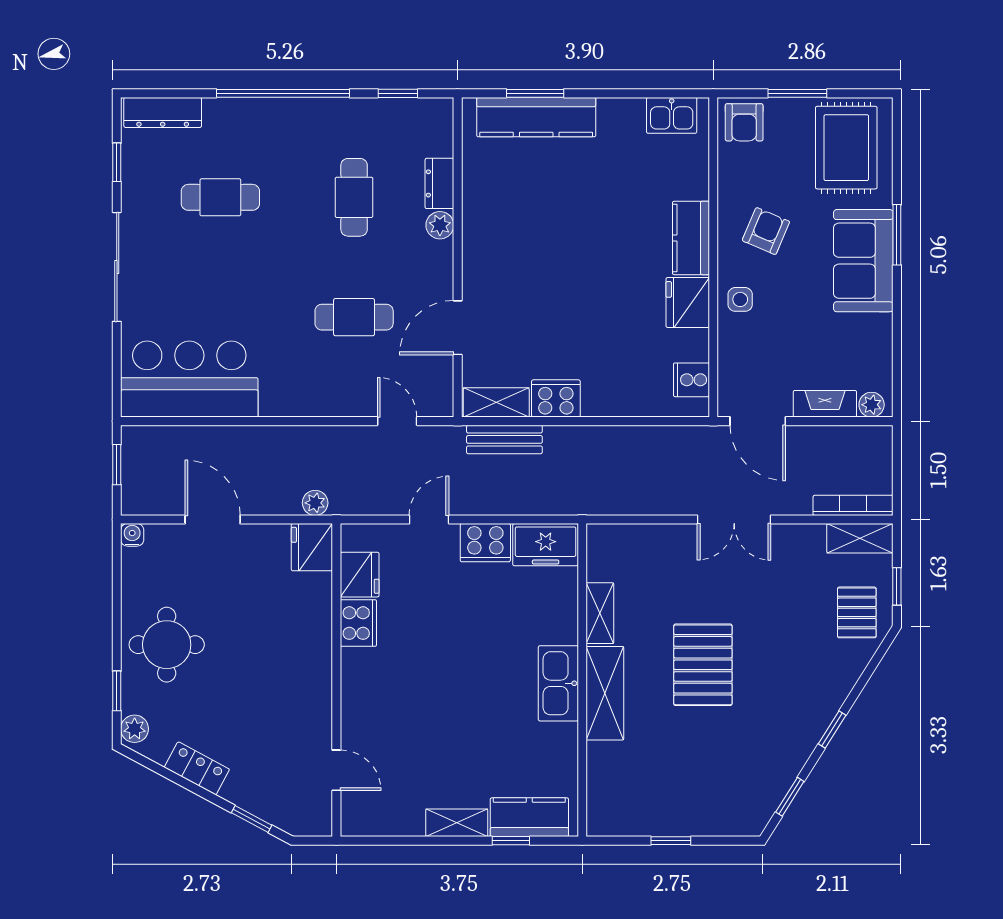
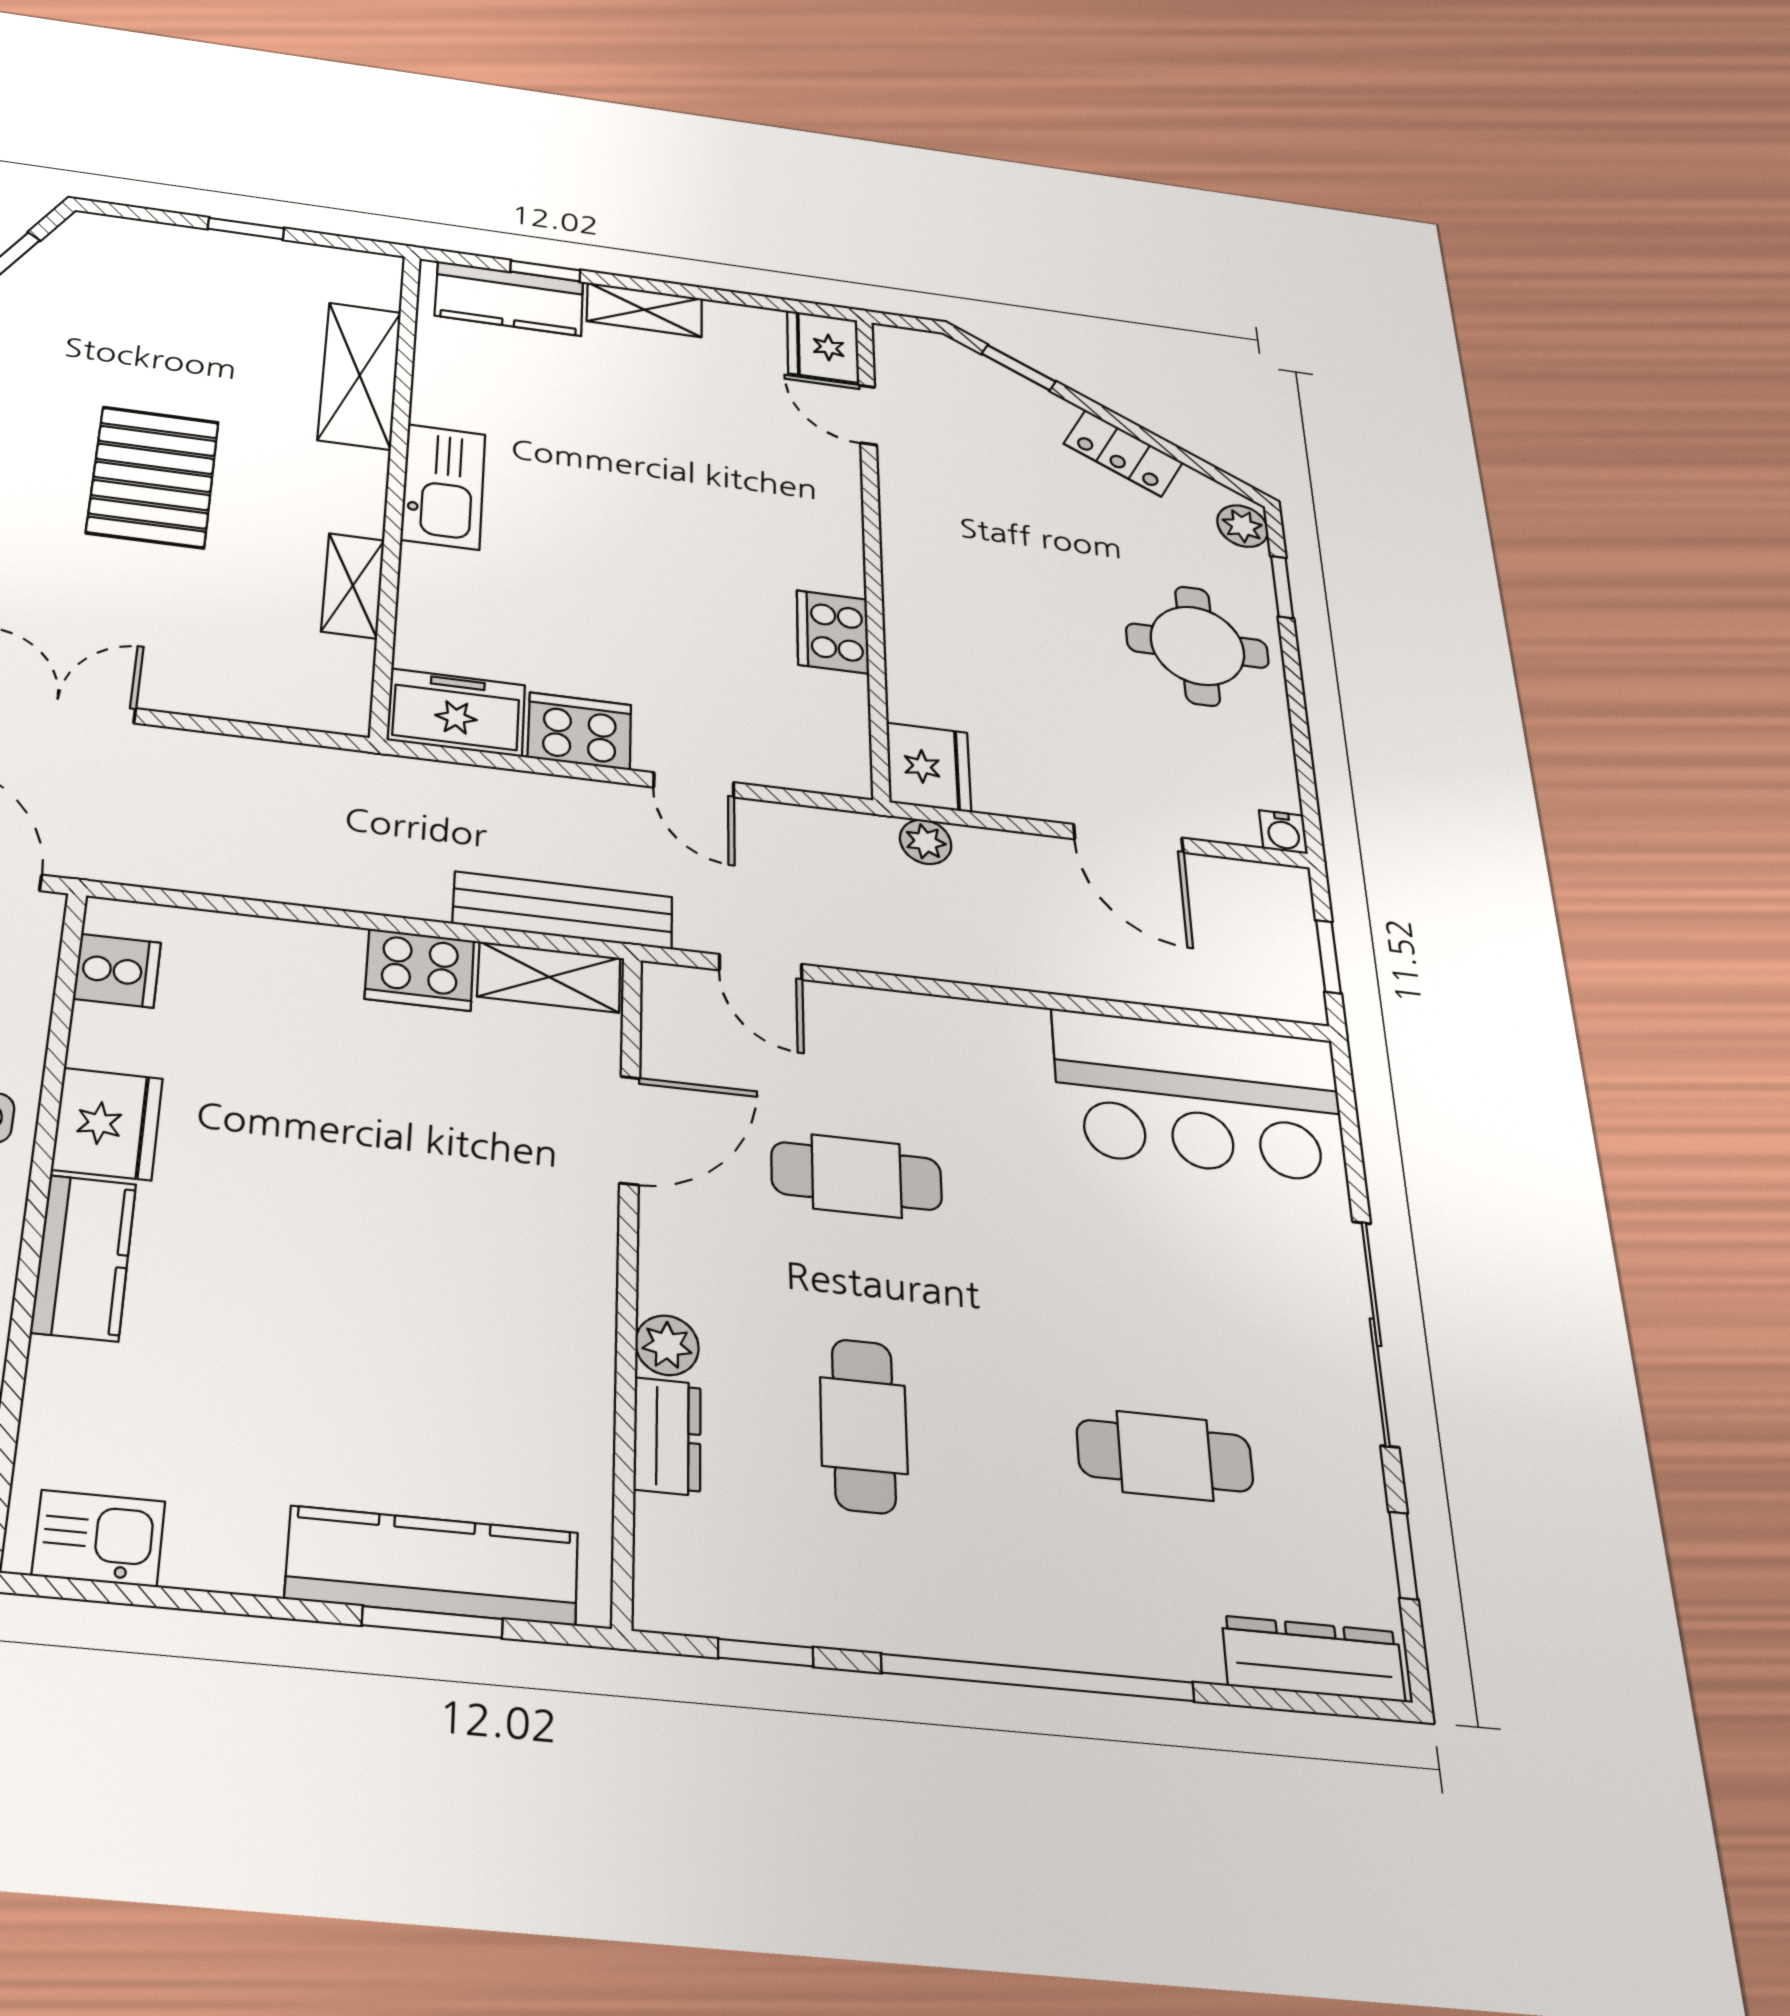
bench: (504, 439) -> (563, 910), width x1.36
door: (429, 519) -> (694, 785), hinge flipped
fridge: (360, 575) -> (823, 347), moved
shelving: (605, 693) -> (360, 376), moved

